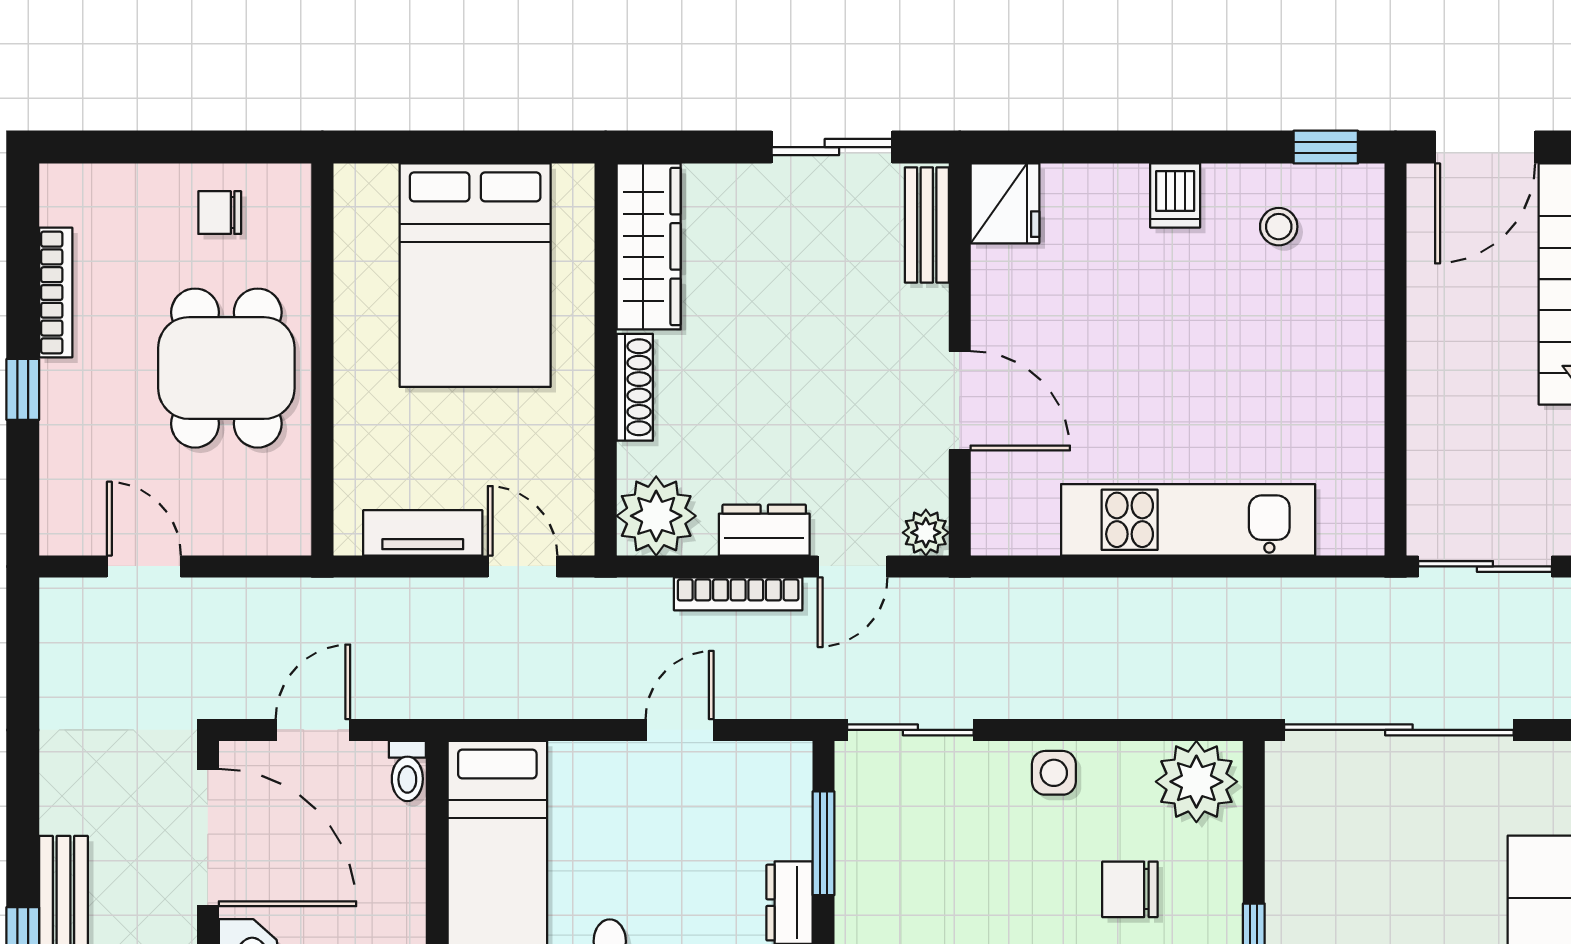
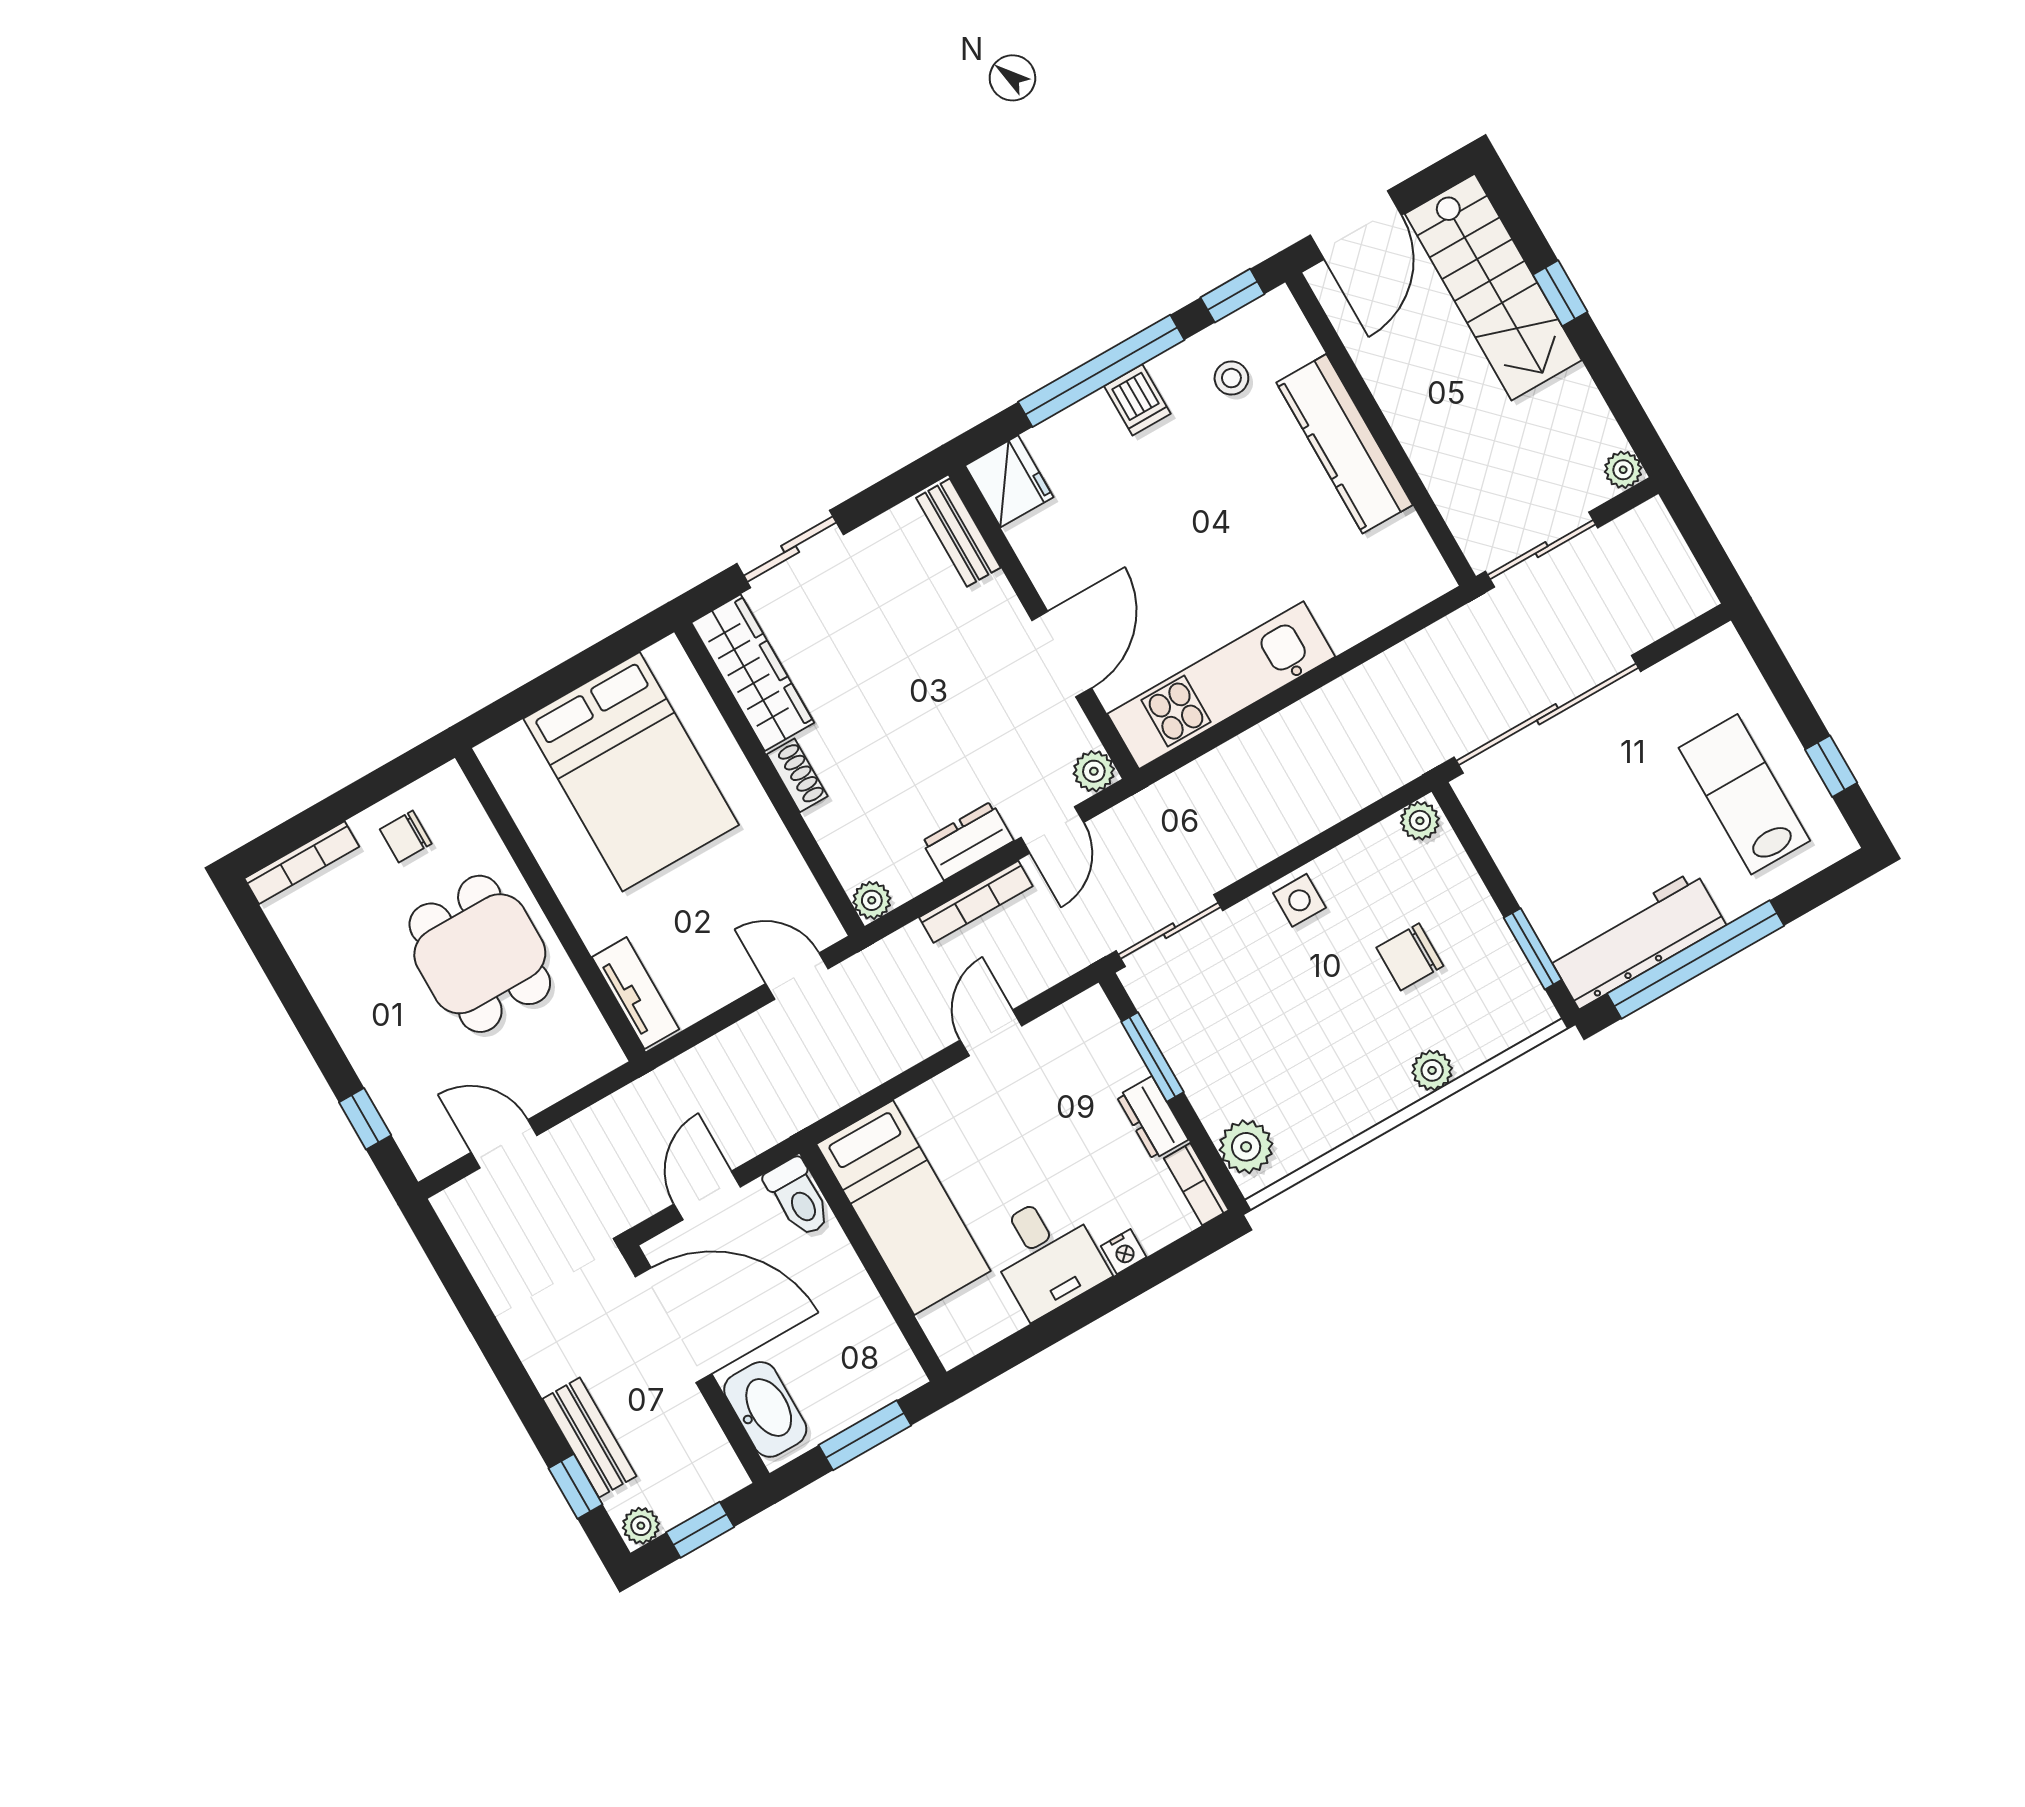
sliding door: (832, 147) -> (790, 549), moved
window: (1156, 147) -> (1101, 371), added
bookcase: (56, 292) -> (302, 863), moved, turned 90
kitchen counter: (1352, 354) -> (1344, 444), added
shoe rack: (635, 387) -> (797, 775), width x0.70
window: (23, 389) -> (365, 1119), moved
door: (960, 401) -> (1062, 654), hinge flipped
plant: (656, 516) -> (872, 900), width x0.53, depth x0.53
kitchen unit: (1188, 520) -> (1221, 685), moved
tv unit: (423, 533) -> (635, 993), moved, turned 90
toilet: (407, 771) -> (798, 1197), width x1.37, depth x1.39
plant: (1196, 782) -> (1420, 821), width x0.53, depth x0.53

